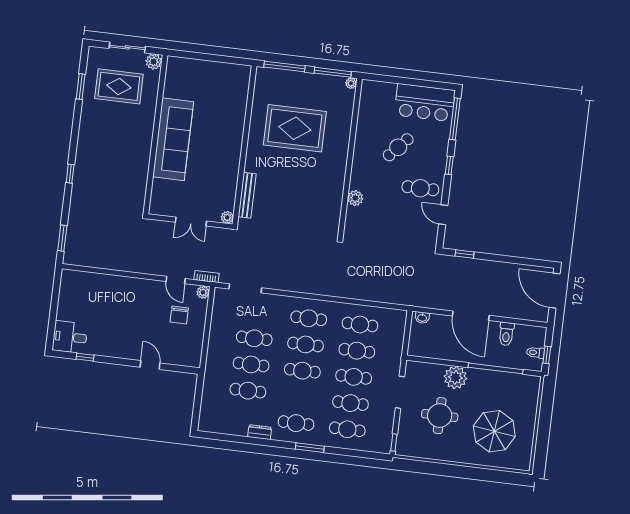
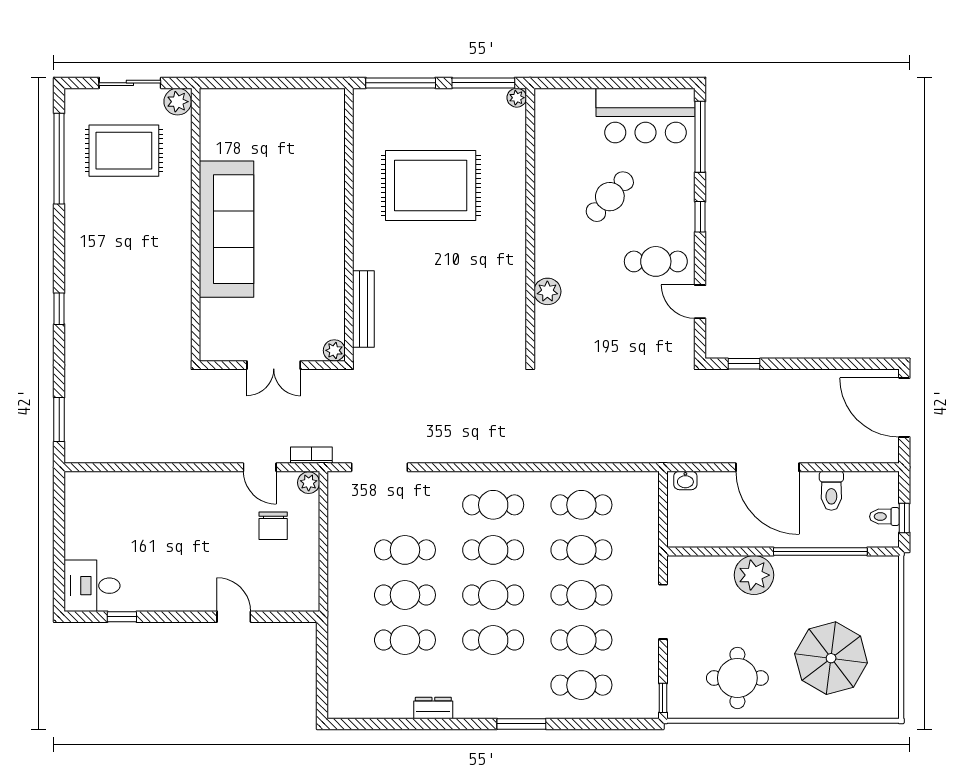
window: (81, 86) -> (59, 159), width x2.11
round table: (440, 416) -> (737, 678), moved
cafe table: (296, 423) -> (493, 640), moved

